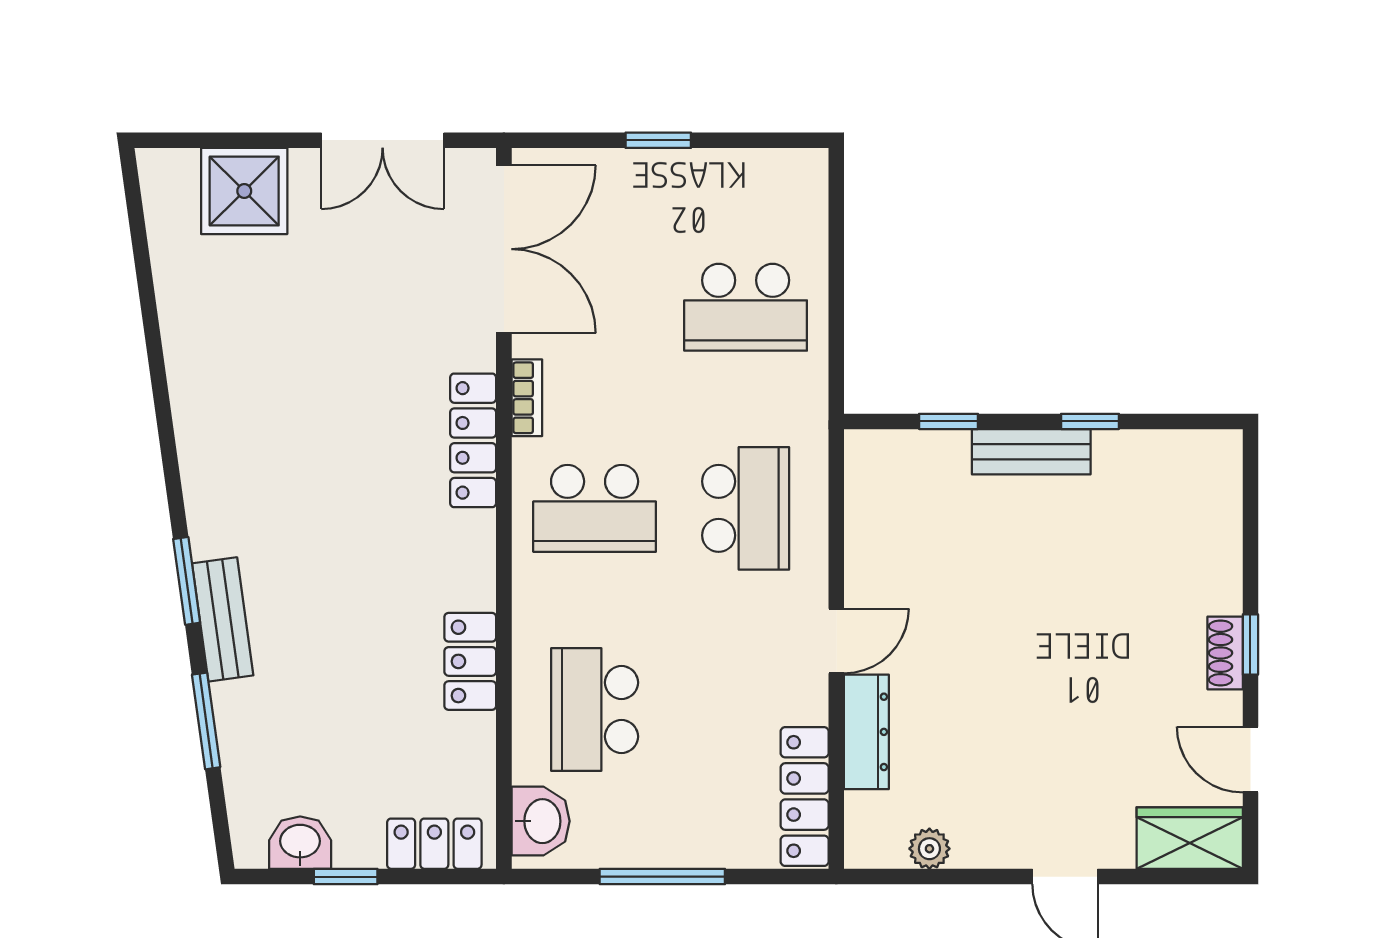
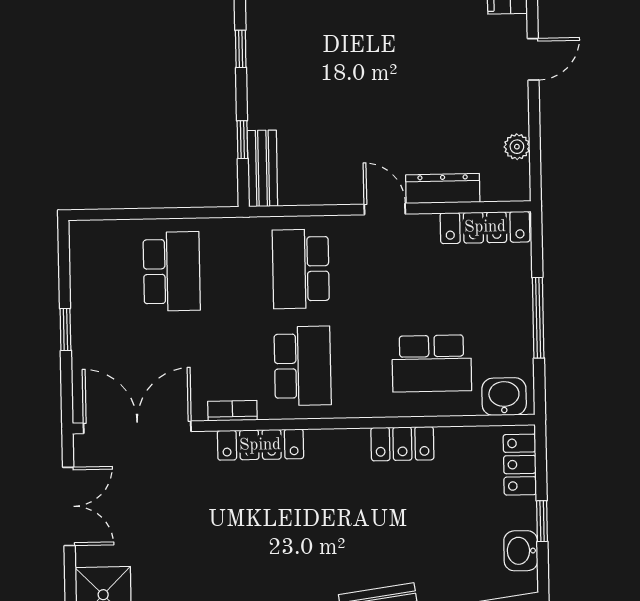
bench: (1031, 452) -> (262, 168), moved
school desk: (746, 508) -> (301, 269), turned -90

